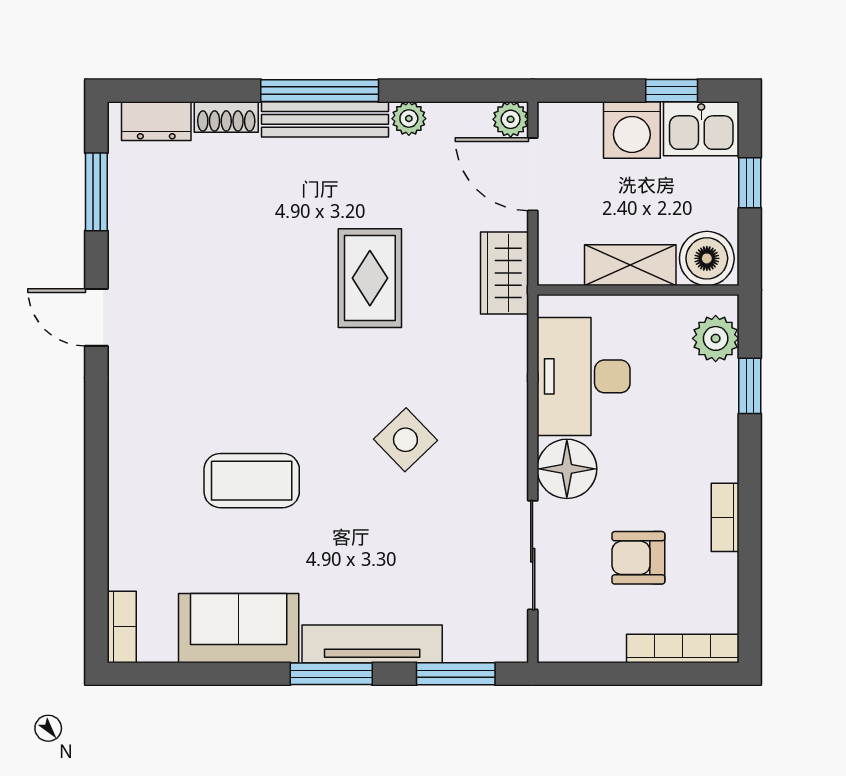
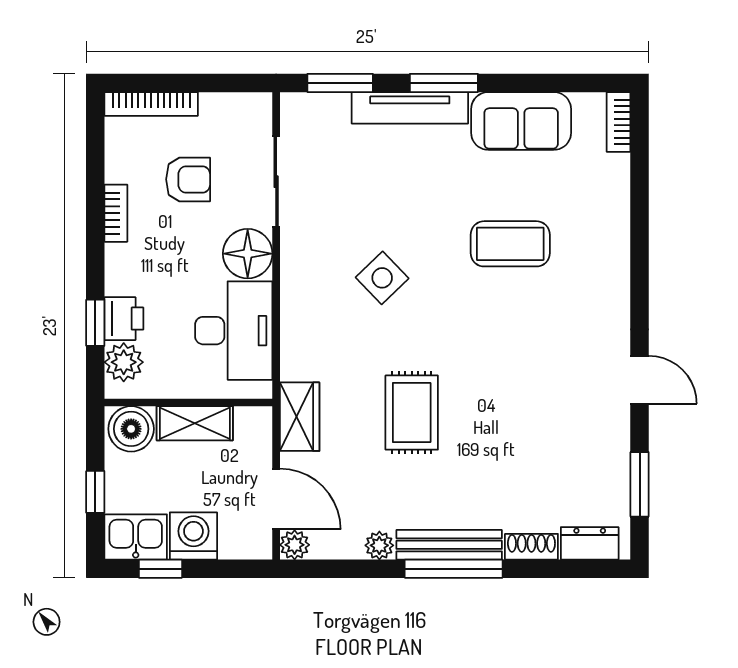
printer: (715, 391) -> (124, 319), added

